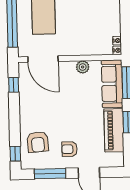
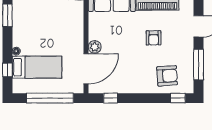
plant: (83, 67) -> (95, 47), moved
armchair: (69, 149) -> (154, 38), moved

